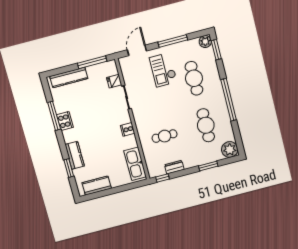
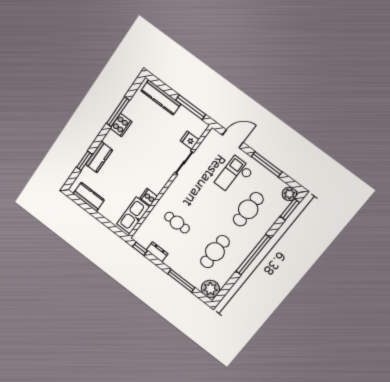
cooker: (128, 129) -> (149, 197), moved
window: (208, 166) -> (181, 281), width x1.44

